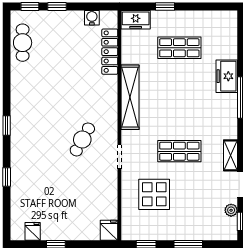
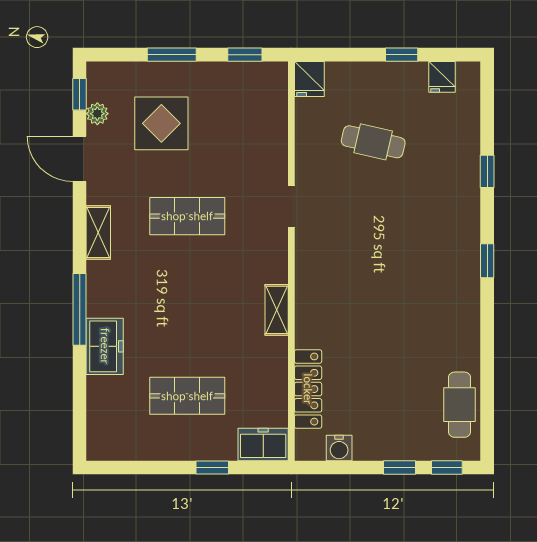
shelving: (130, 97) -> (277, 310), width x0.45, depth x0.75
cafe table: (82, 139) -> (373, 142), moved, turned 74
shelving: (231, 155) -> (98, 233), moved
display table: (154, 194) -> (161, 123), moved

